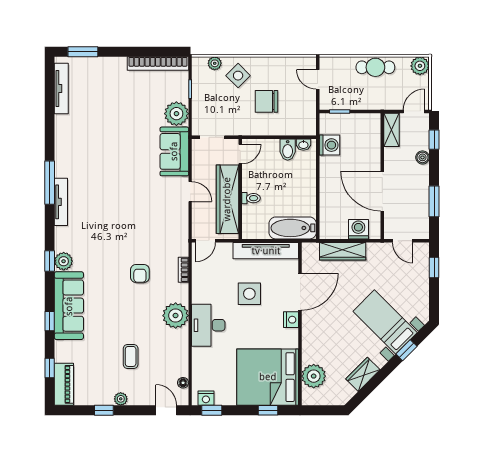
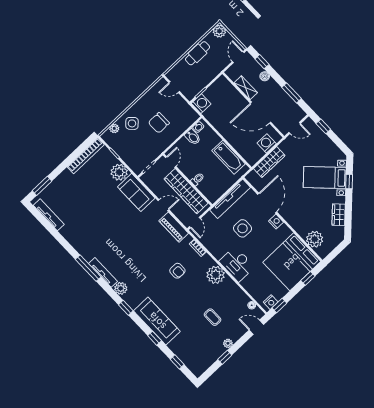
shelving: (392, 130) -> (246, 88), moved
washing machine: (329, 145) -> (201, 104), moved
bathtub: (293, 228) -> (229, 157), moved, turned -90
plant: (64, 261) -> (121, 288), moved
piano: (64, 384) -> (174, 227), moved, turned 180

